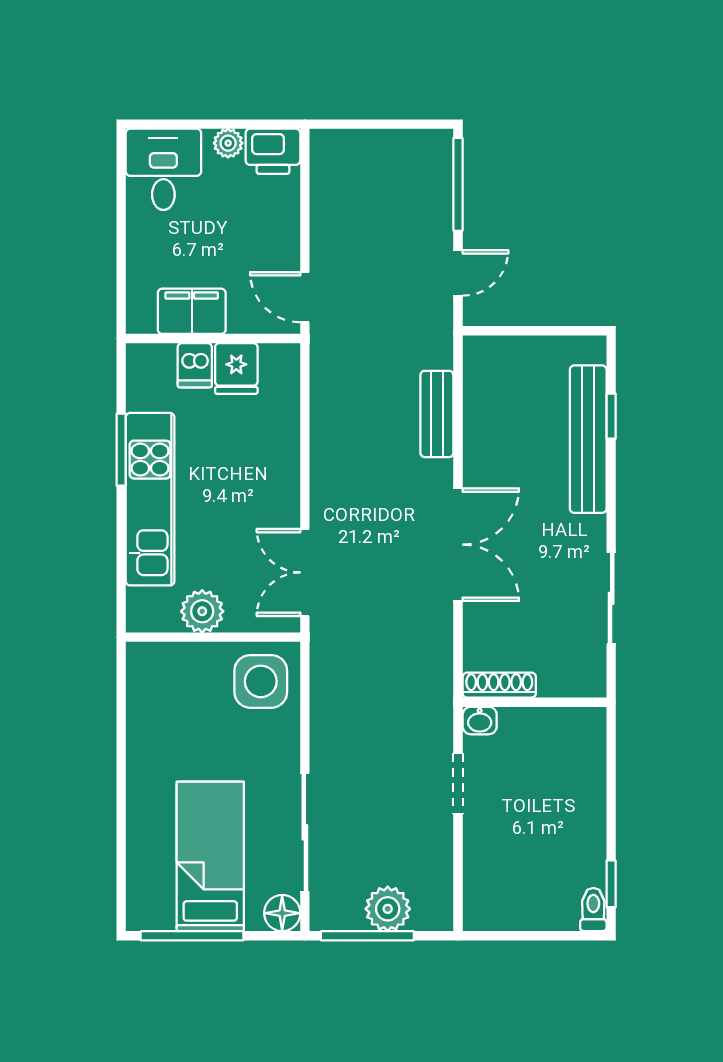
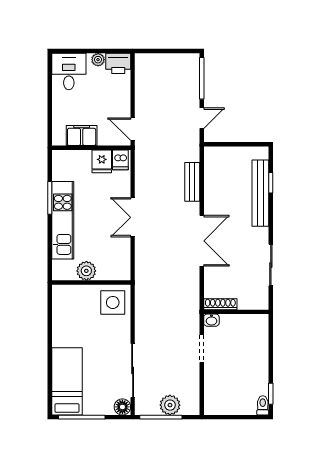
dishwasher: (195, 365) -> (120, 160), moved
double door: (305, 572) -> (133, 217), moved
bed: (210, 856) -> (67, 381), moved

